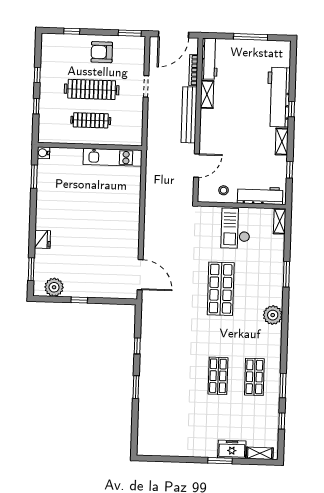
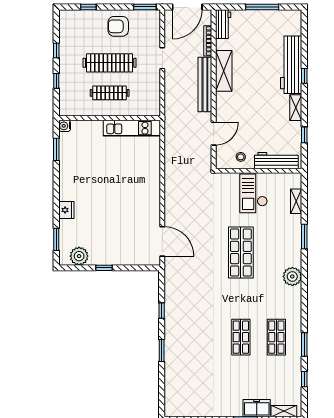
workbench: (210, 59) -> (223, 24), width x0.73
shelving: (207, 94) -> (224, 71), width x1.50, depth x1.33
shelving: (280, 221) -> (296, 201), moved

